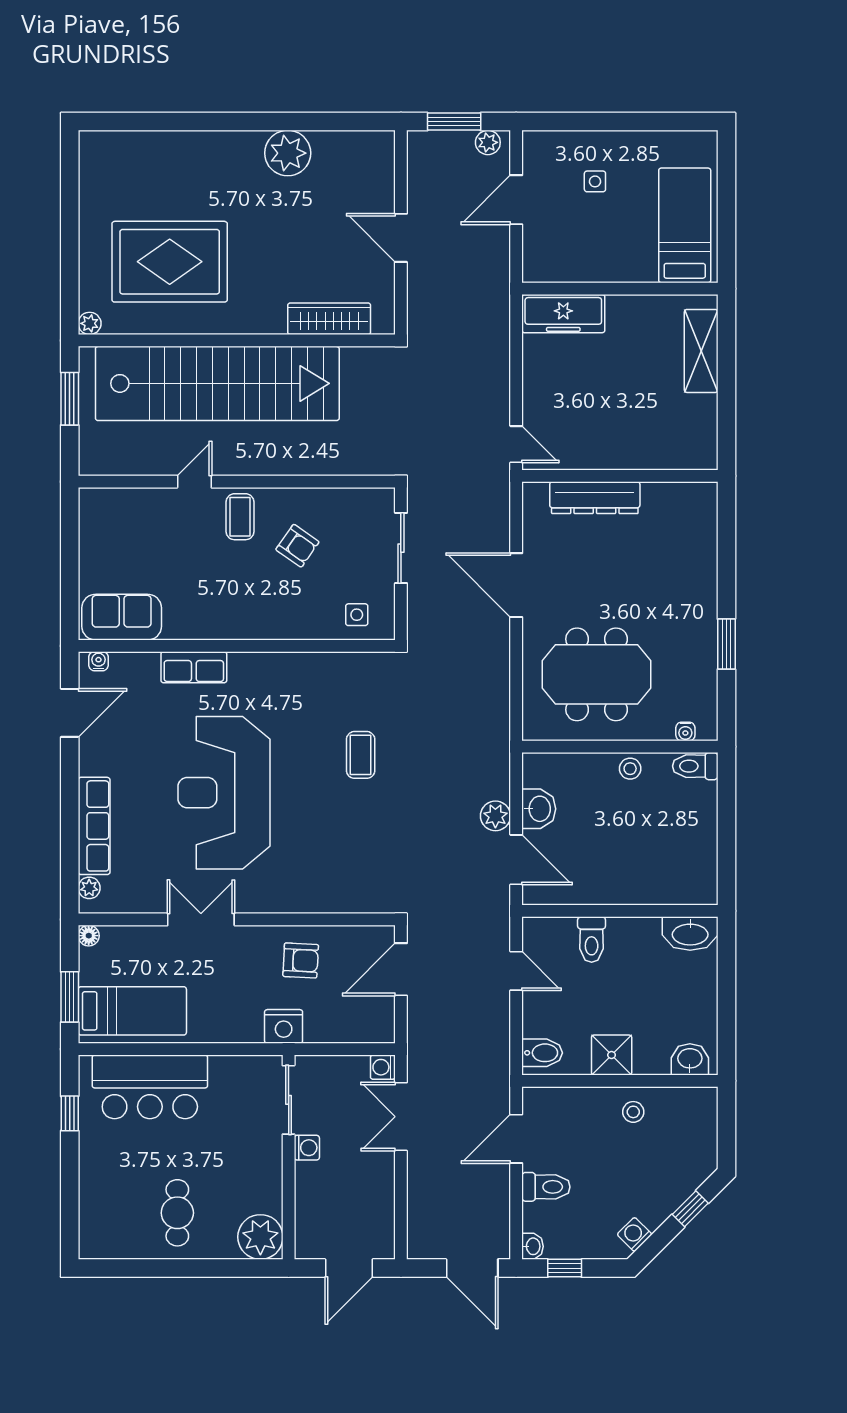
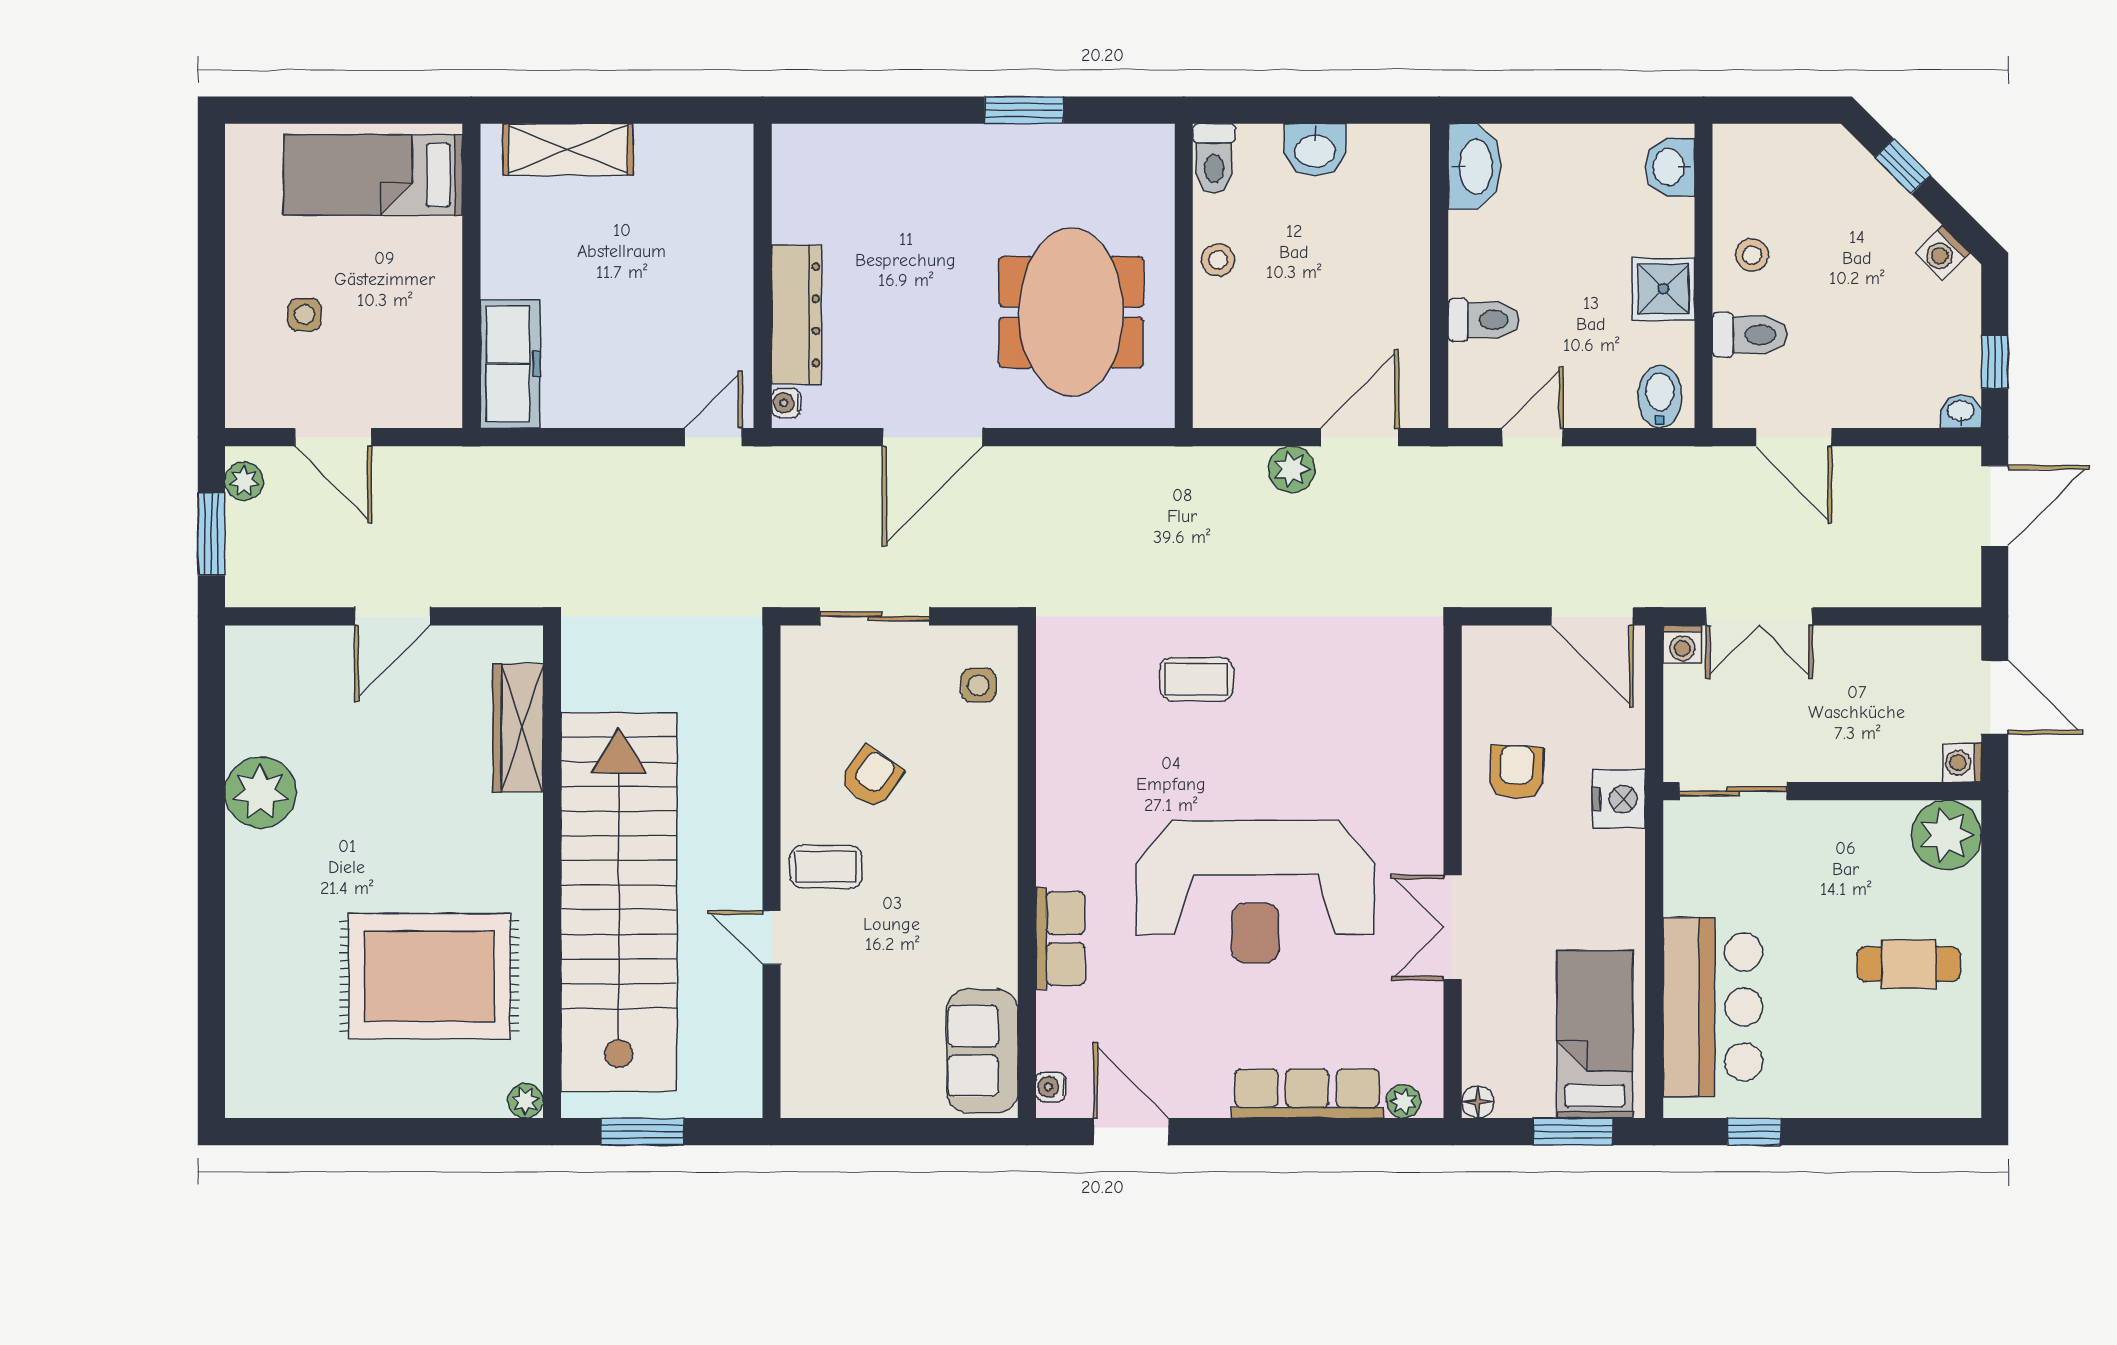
rug: (170, 262) -> (429, 976), turned 90
water cooler: (685, 731) -> (786, 403), moved, turned 180
washbasin: (539, 809) -> (1315, 150), moved, turned 180
door: (401, 969) -> (1592, 616), moved
washing machine: (307, 1148) -> (1962, 763), moved, turned -90
toilet: (546, 1187) -> (1750, 335), moved, turned 90

